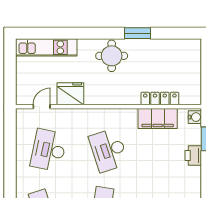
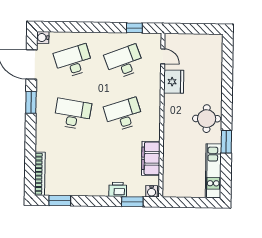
kitchen unit: (46, 47) -> (213, 171), moved
locker: (160, 99) -> (168, 161), removed
window: (10, 139) -> (134, 28), added
desk: (49, 150) -> (124, 62), turned -33

